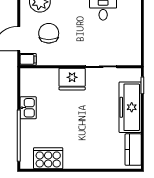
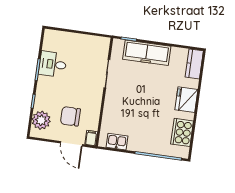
fridge: (72, 79) -> (186, 100), moved, turned 180
kitchen sink: (28, 108) -> (117, 142), moved
kitchen counter: (133, 150) -> (194, 64), moved, turned 90

